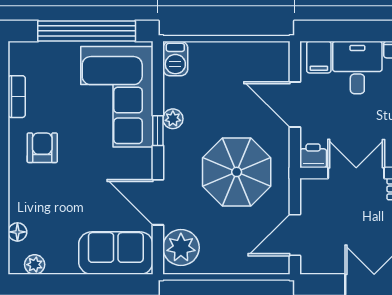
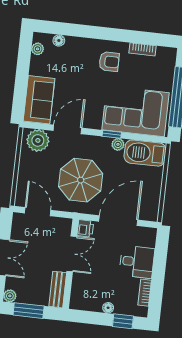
filing cabinet: (319, 57) -> (146, 239), removed
barbecue: (175, 59) -> (145, 153), width x1.88, depth x1.53
door: (295, 105) -> (118, 221), width x1.36

